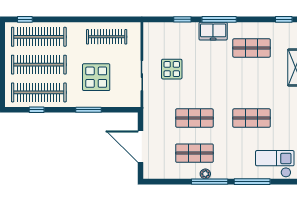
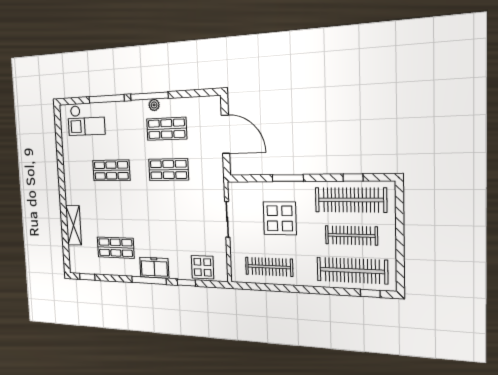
clothes rail: (39, 65) -> (351, 235), width x0.73, depth x0.76
display table: (172, 69) -> (202, 267), moved

